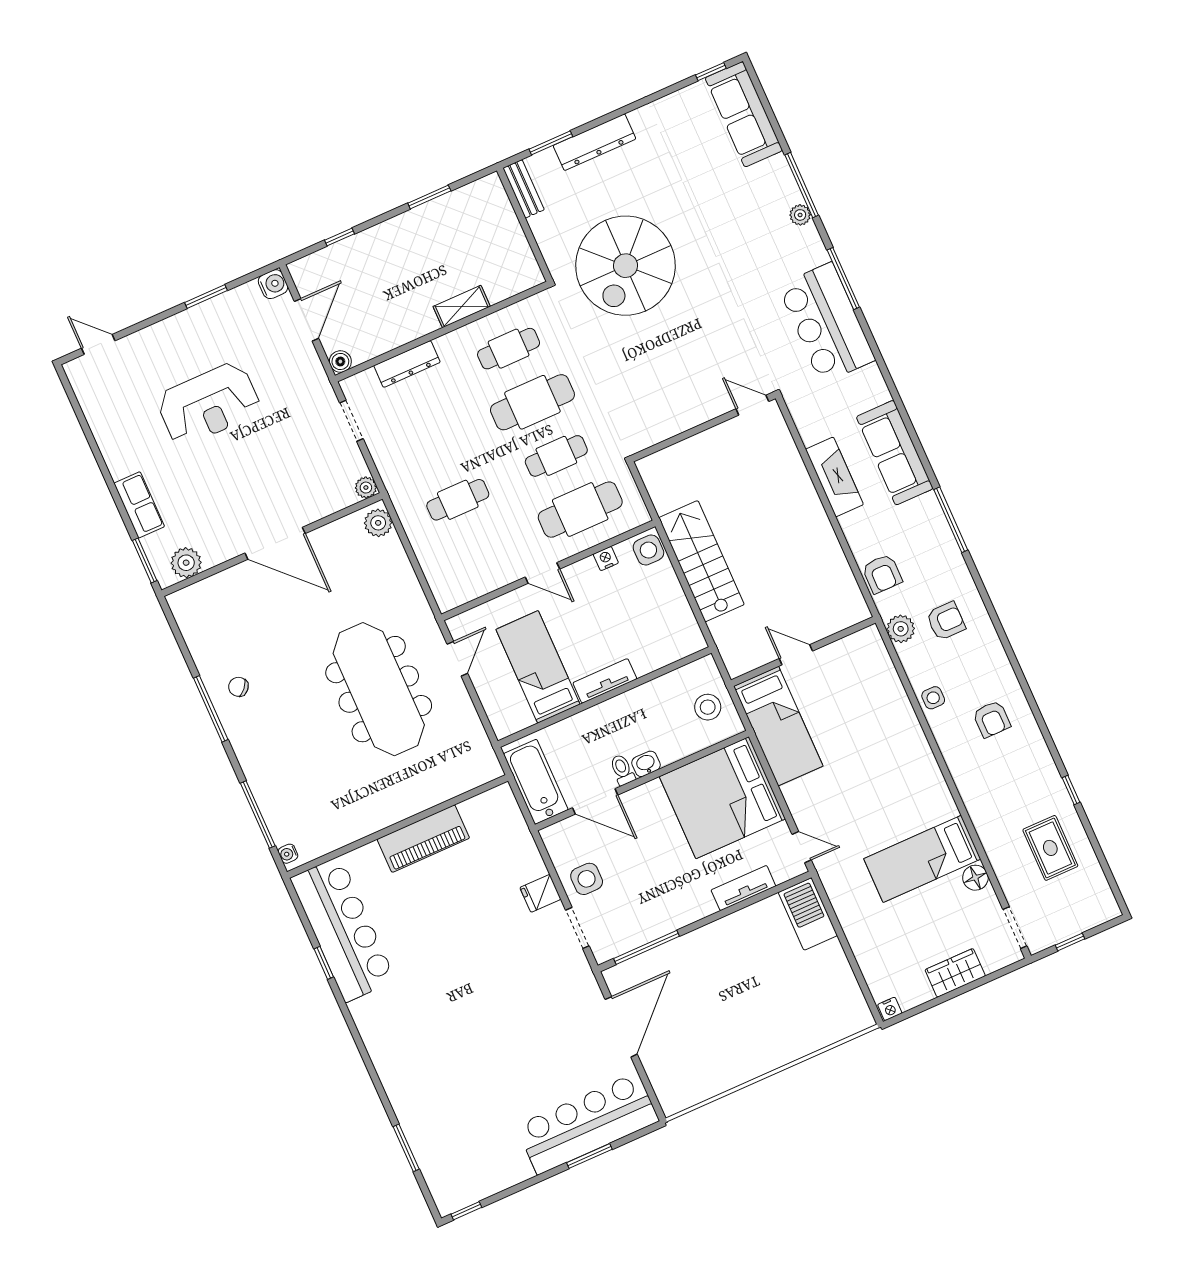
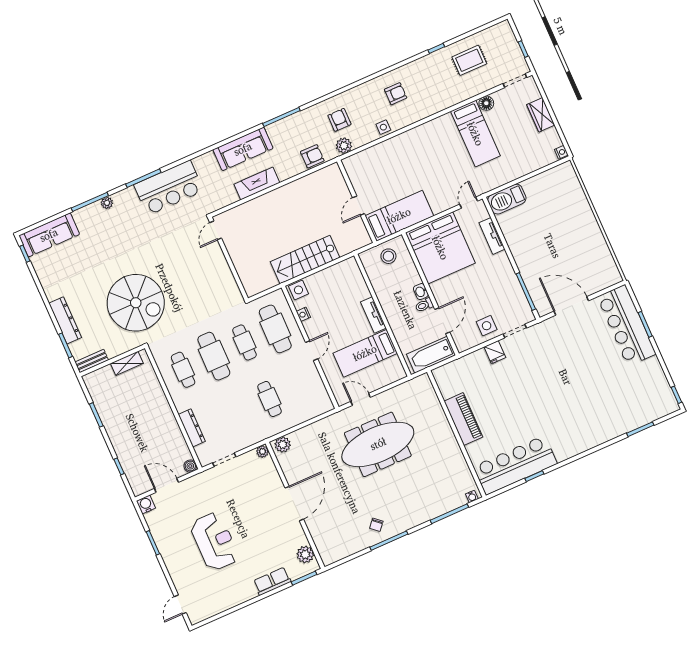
shelving: (462, 306) -> (127, 363), moved, turned 90

